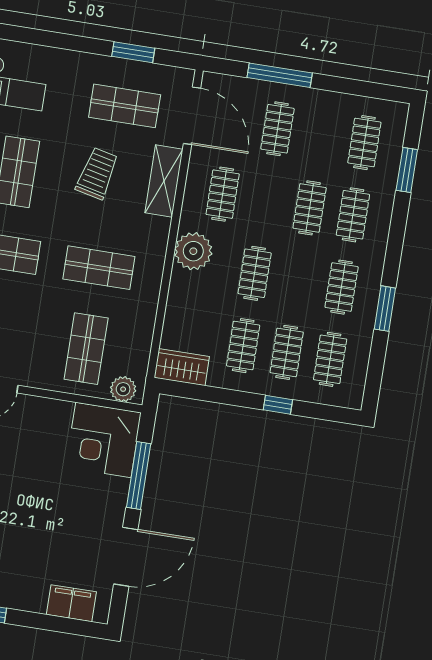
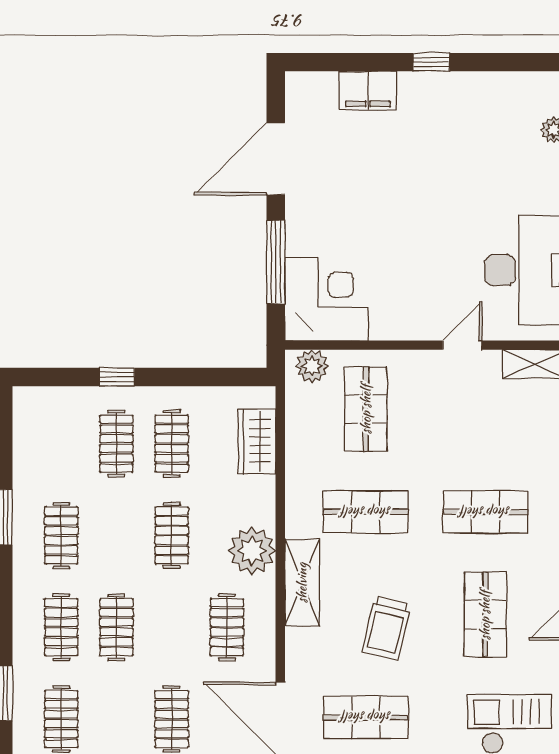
shelving: (164, 181) -> (302, 583), moved
clothes rail: (330, 359) -> (61, 444), removed
wardrobe: (182, 367) -> (257, 441), moved, turned 90
filing cabinet: (71, 603) -> (368, 90), moved

